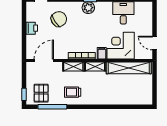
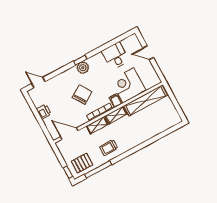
chair: (59, 19) -> (82, 95), moved
door: (154, 43) -> (148, 53), moved
door: (44, 60) -> (69, 134), hinge flipped
pallet: (41, 93) -> (82, 163), turned 90

